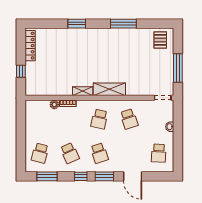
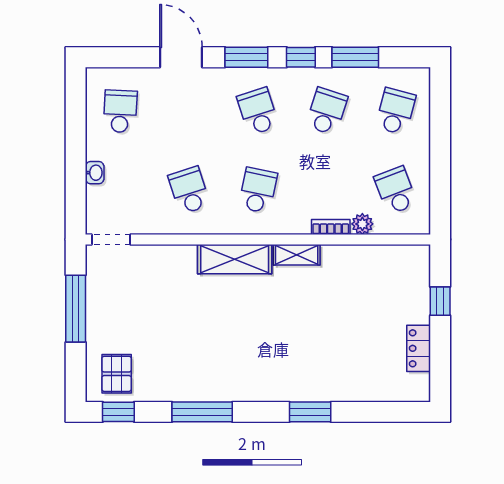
window: (159, 24) -> (118, 412), added
locker: (30, 46) -> (419, 348), width x0.66
school desk: (40, 119) -> (396, 190), added
school desk: (70, 153) -> (327, 111), turned 42
window: (47, 176) -> (355, 57), moved

